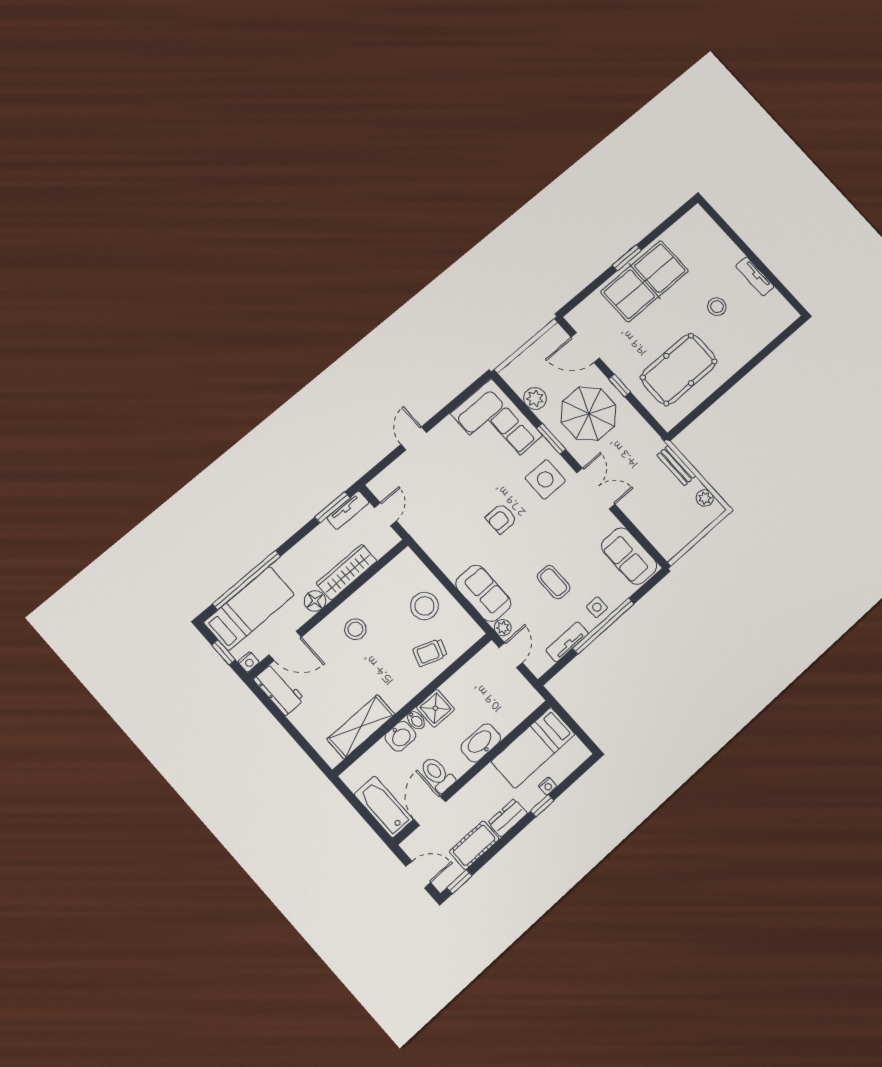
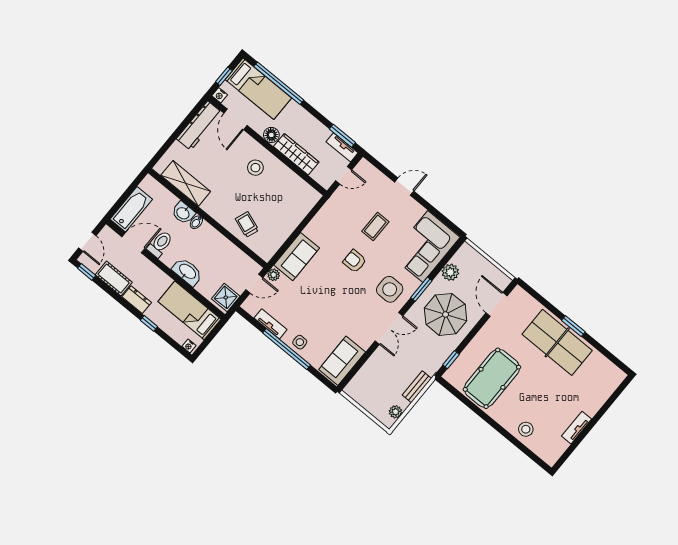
stool: (717, 307) -> (526, 429), moved
pool table: (679, 369) -> (492, 378), turned 90
window: (620, 385) -> (451, 360), moved
coffee table: (554, 582) -> (375, 227), moved
stool: (424, 606) -> (280, 215), removed
workbench: (279, 689) -> (199, 126), width x1.37
shower: (435, 708) -> (226, 297), moved
nightstand: (547, 786) -> (189, 346), moved

